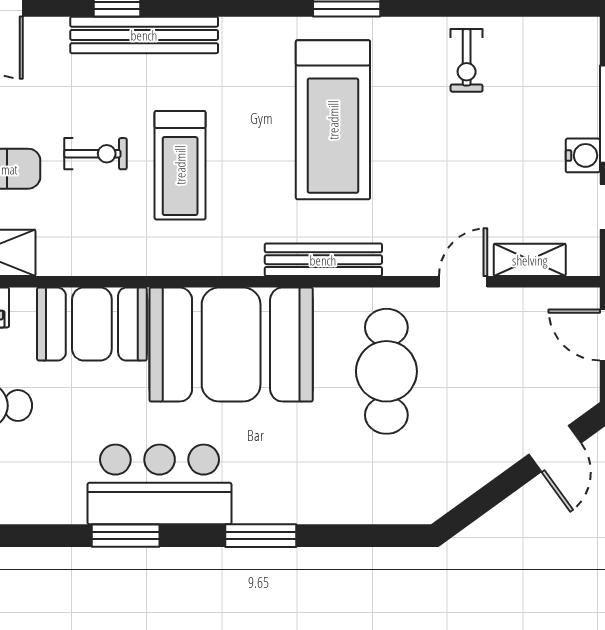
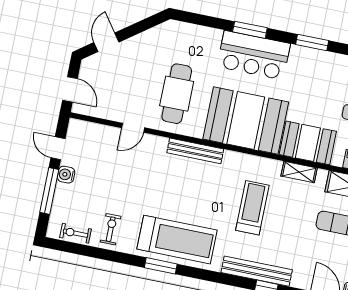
treadmill: (333, 120) -> (177, 240), moved, turned 90
exercise bike: (95, 154) -> (75, 233), moved
shelving: (530, 260) -> (299, 172), moved
bar counter: (160, 484) -> (254, 55), moved

